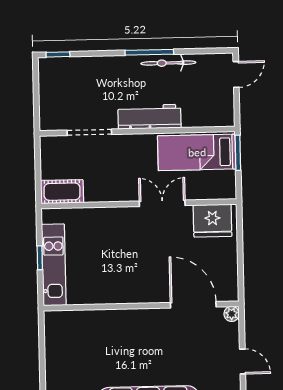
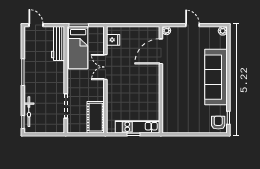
bicycle: (168, 63) -> (29, 112), moved
workbench: (149, 117) -> (58, 44), moved
cot: (62, 192) -> (96, 117), width x1.37, depth x1.34
fridge: (212, 221) -> (113, 40), width x0.53, depth x0.75
door: (243, 361) -> (192, 25), hinge flipped

